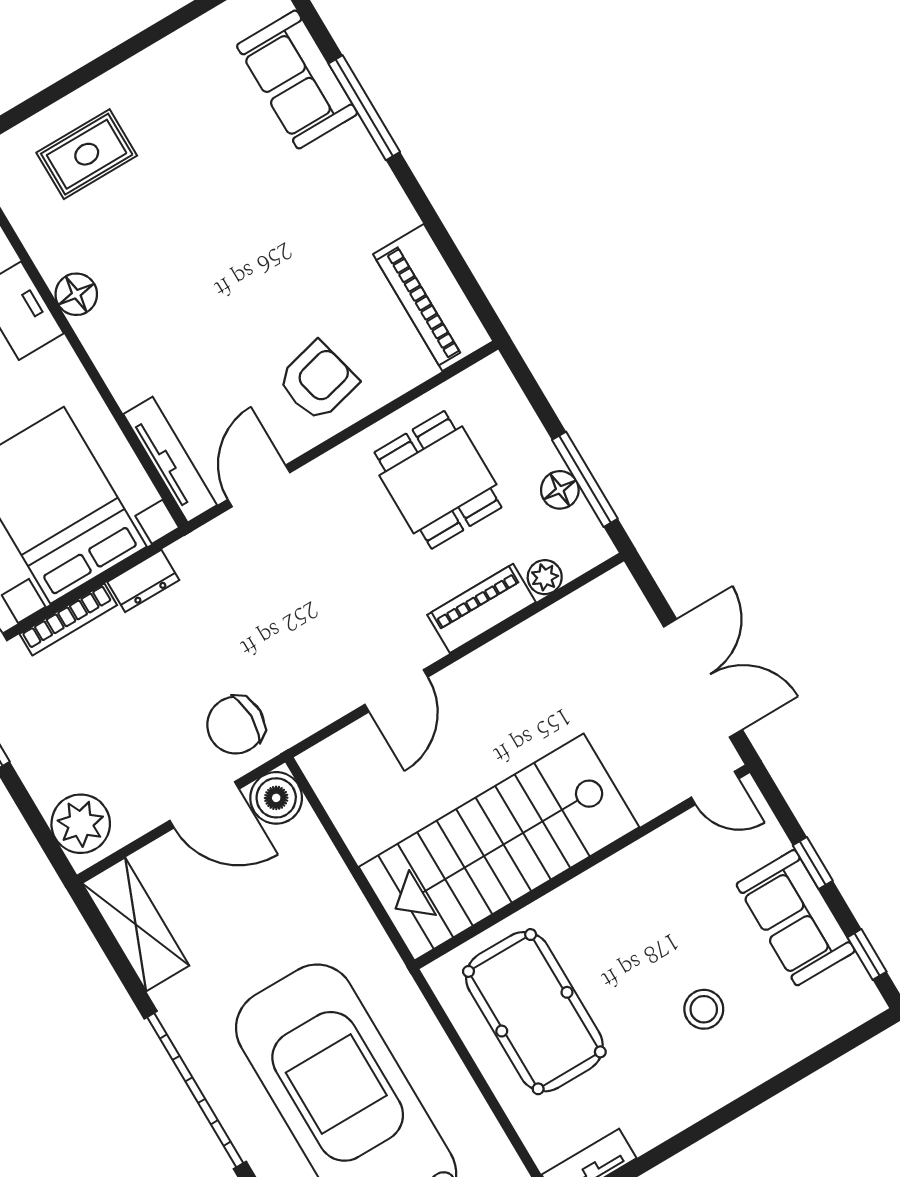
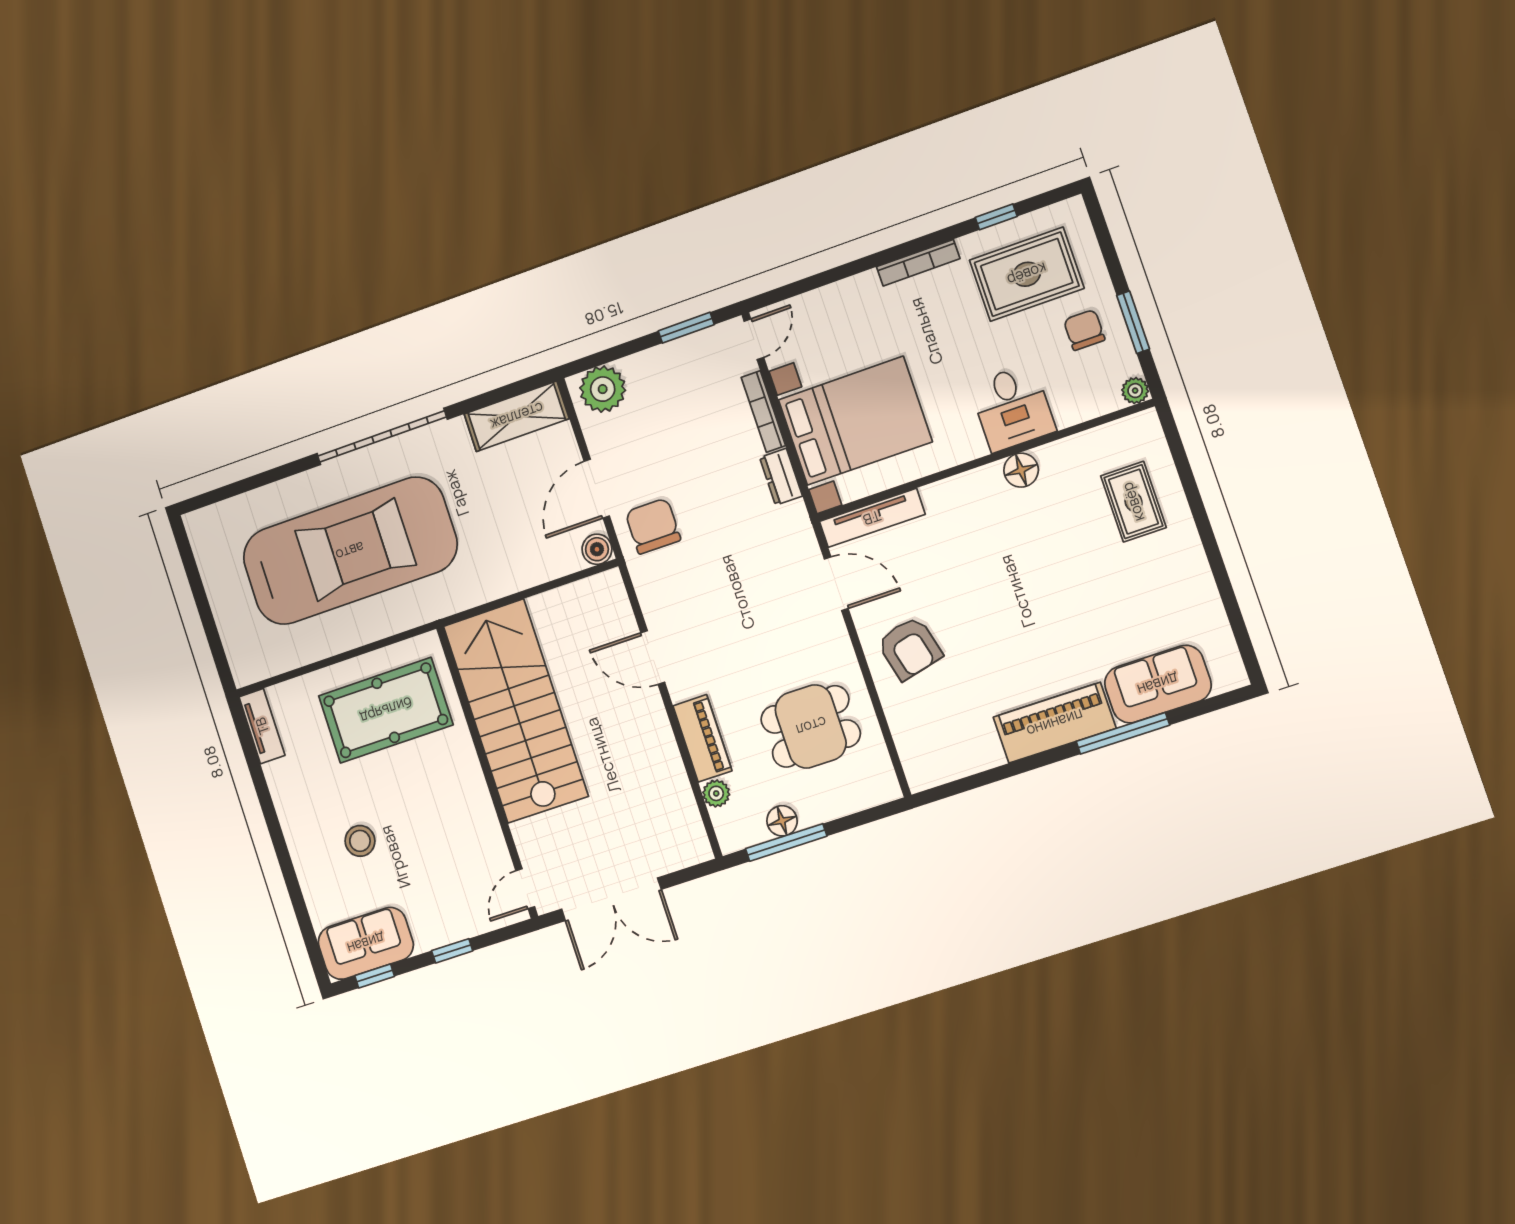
piano: (433, 298) -> (1055, 723), moved
boiler: (276, 798) -> (597, 549), width x0.73, depth x0.73
sofa: (796, 918) -> (366, 943), moved

